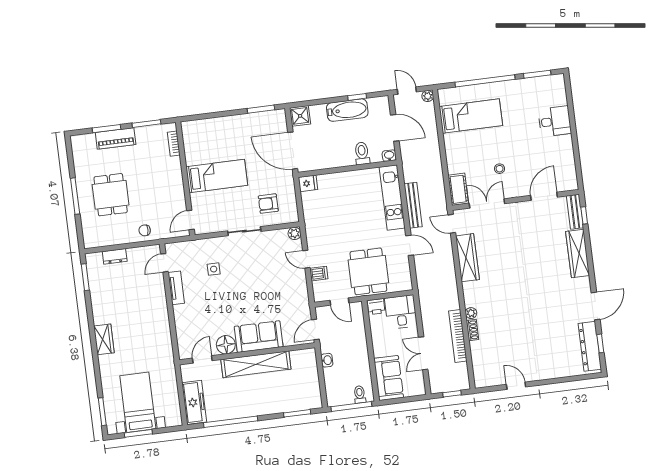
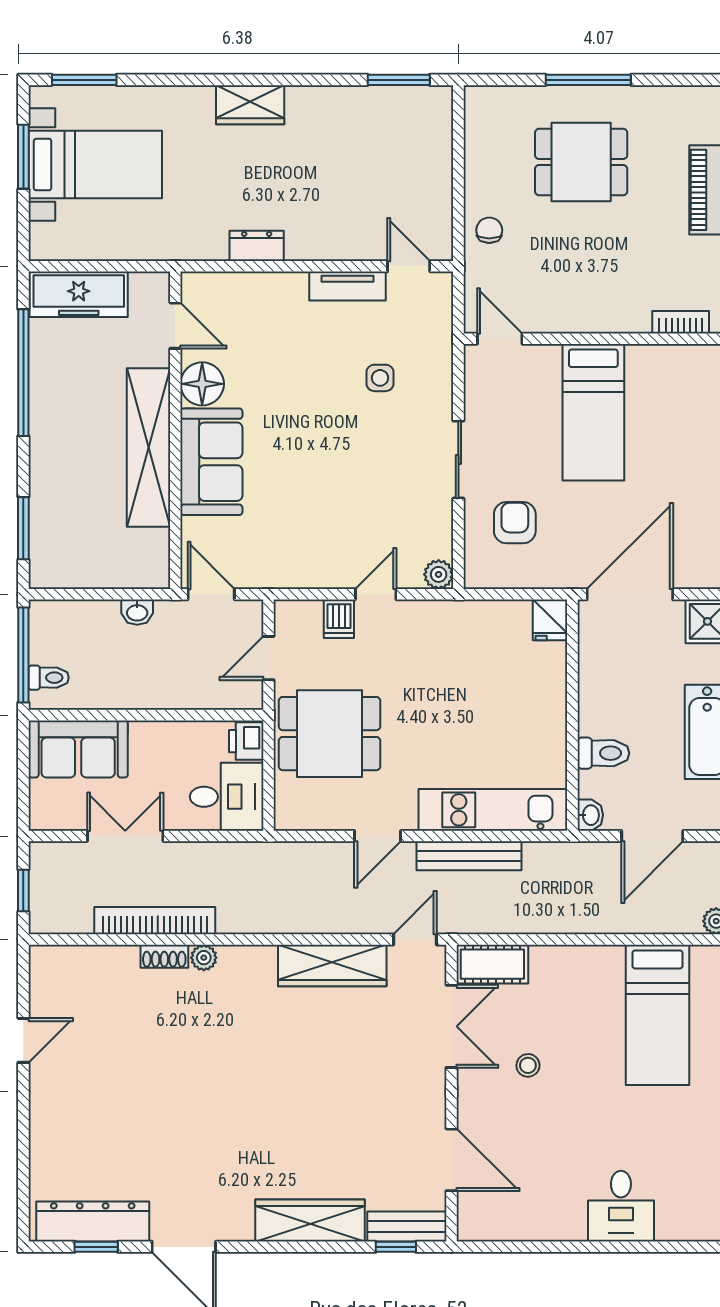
dresser: (115, 256) -> (257, 246), moved, turned 90

